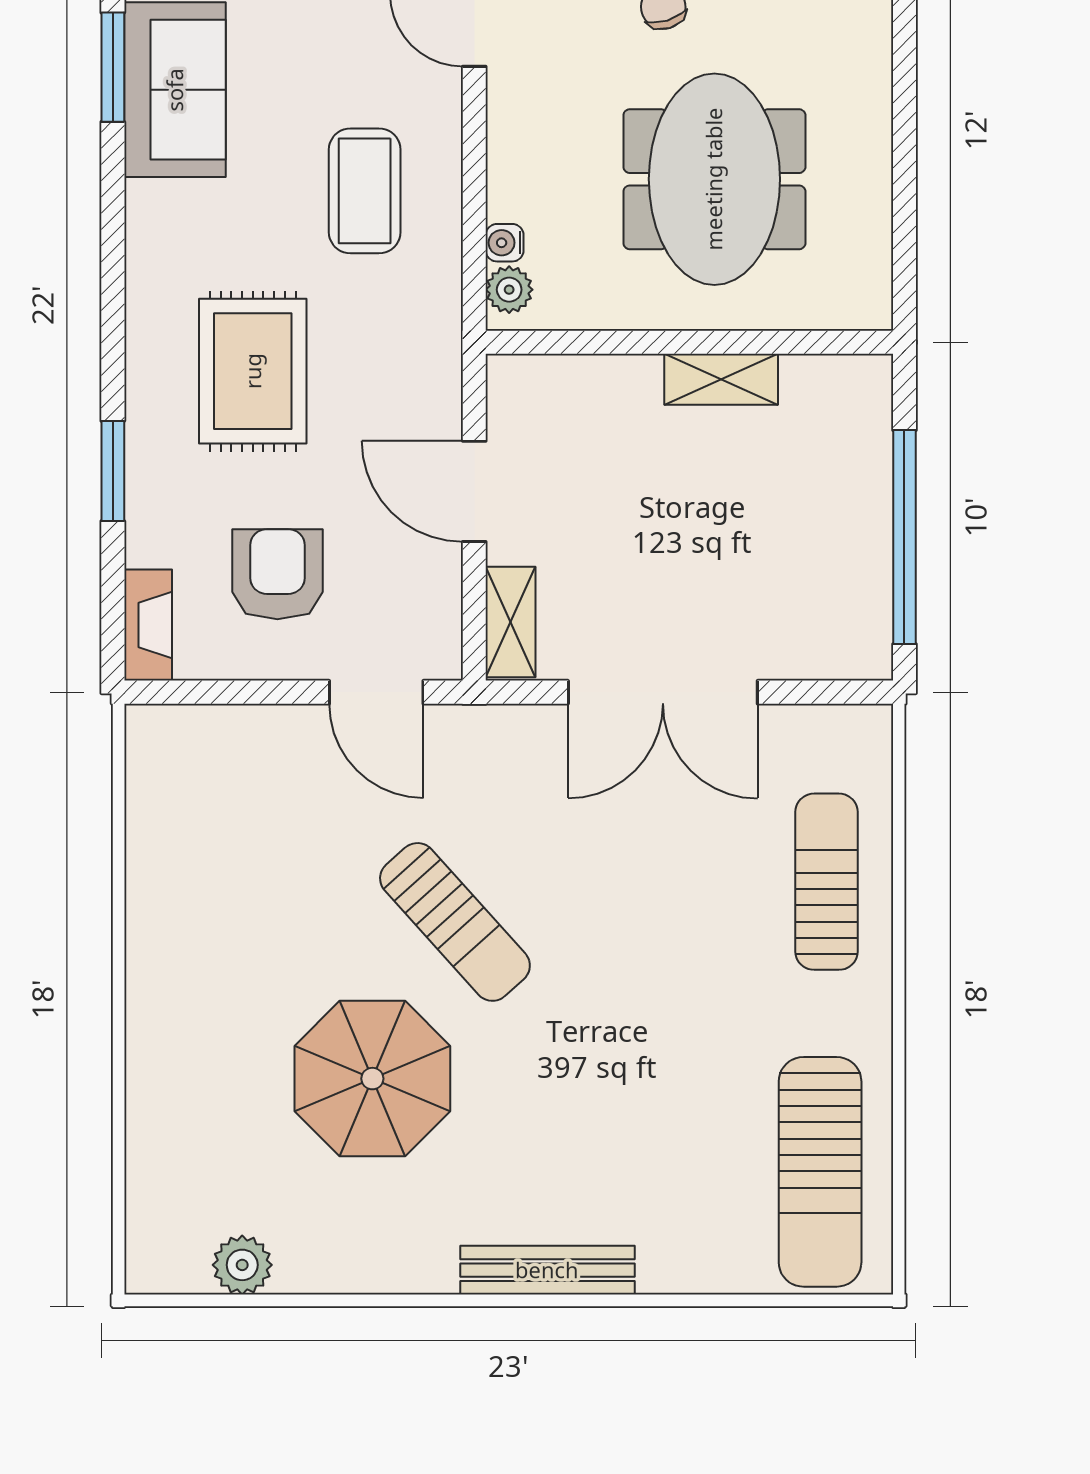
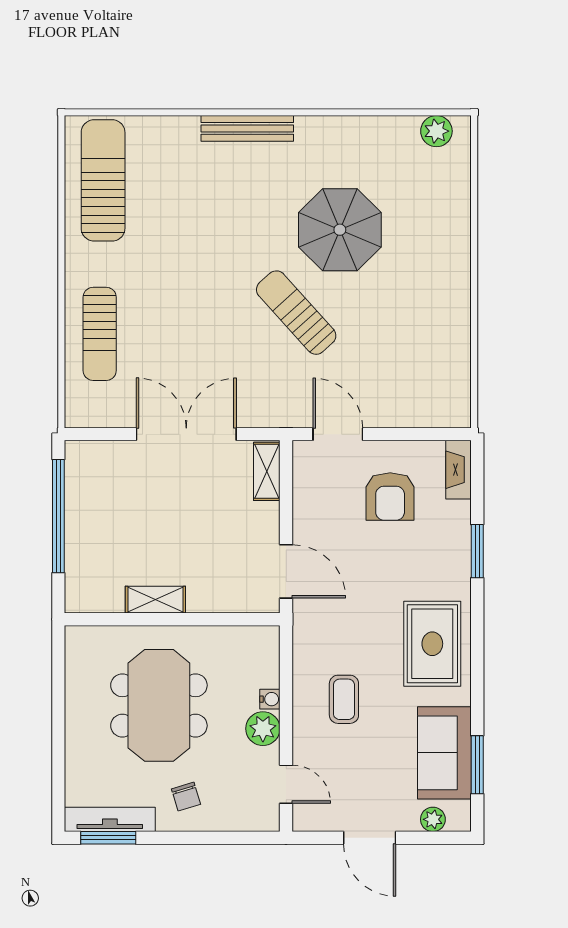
coffee table: (365, 191) -> (344, 699), width x0.73, depth x0.77
water cooler: (505, 243) -> (270, 699), moved
plant: (509, 290) -> (263, 729), moved, width x1.38, depth x1.38
rug: (253, 371) -> (432, 644), moved
door: (474, 491) -> (286, 571), moved
plant: (242, 1265) -> (436, 131), moved

